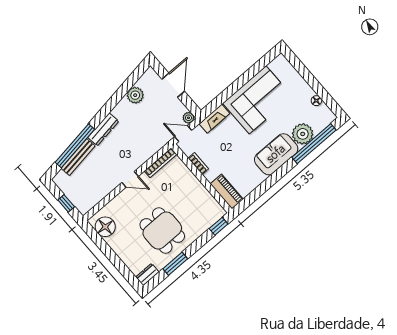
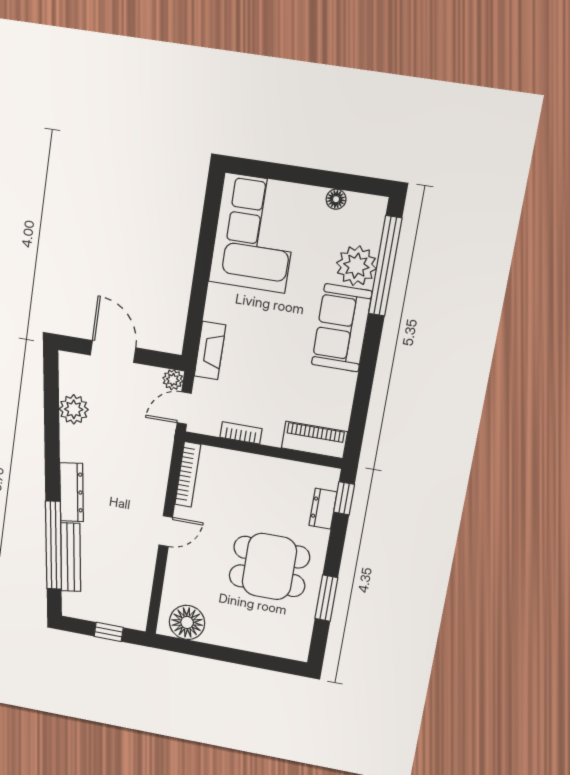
corner sofa: (258, 100) -> (255, 233), moved
dresser: (147, 274) -> (323, 509), moved

